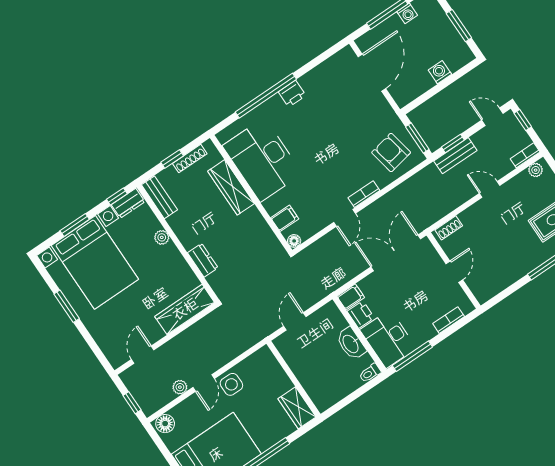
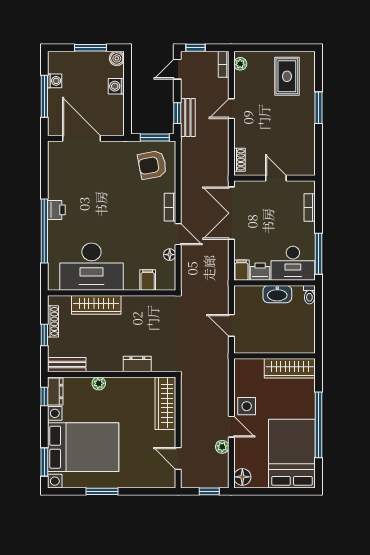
boiler: (465, 56) -> (117, 58), added
window: (75, 225) -> (44, 462), moved
floor lamp: (294, 241) -> (170, 255), moved
wardrobe: (297, 408) -> (290, 368), width x1.50

